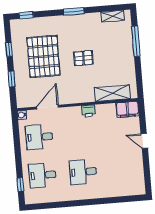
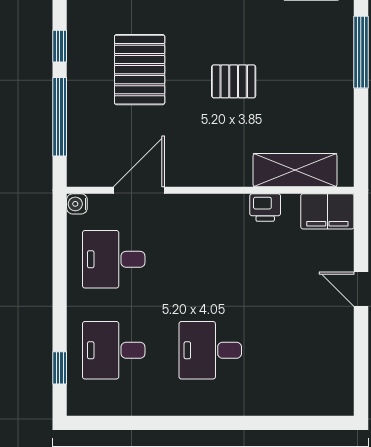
pallet: (43, 56) -> (140, 70), width x0.73, depth x0.71
window: (12, 79) -> (60, 117), width x2.17
printer: (89, 111) -> (265, 208), moved

